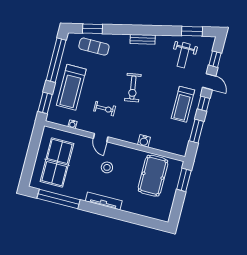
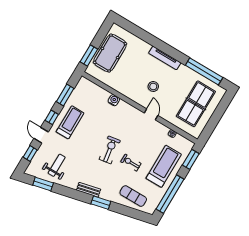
window: (93, 29) -> (101, 203), moved
exercise bike: (105, 109) -> (131, 163), moved
pool table: (153, 176) -> (110, 53), moved

